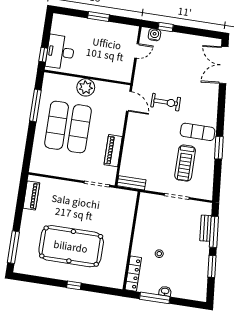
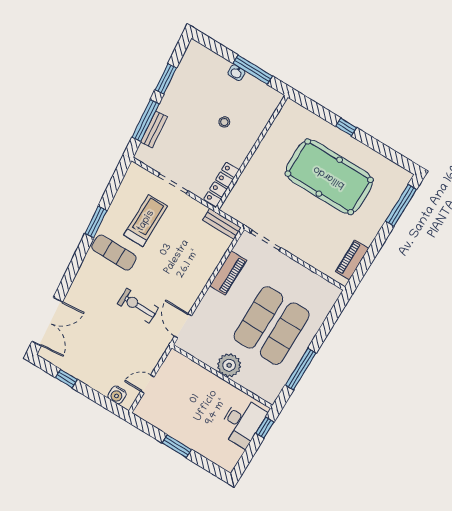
window: (166, 27) -> (66, 379), moved
locker: (133, 274) -> (221, 185), moved

